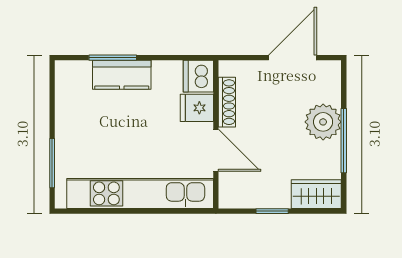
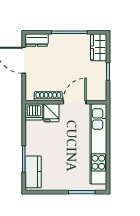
kitchen counter: (122, 75) -> (33, 172), moved
dresser: (330, 81) -> (37, 40), added
plant: (323, 122) -> (59, 44), removed

